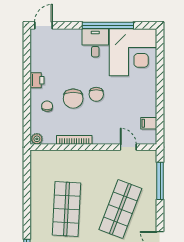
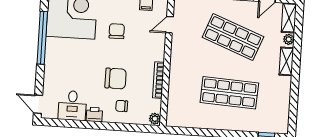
desk: (95, 43) -> (72, 106), moved, turned -90
chair: (96, 94) -> (117, 31), moved, turned -91

